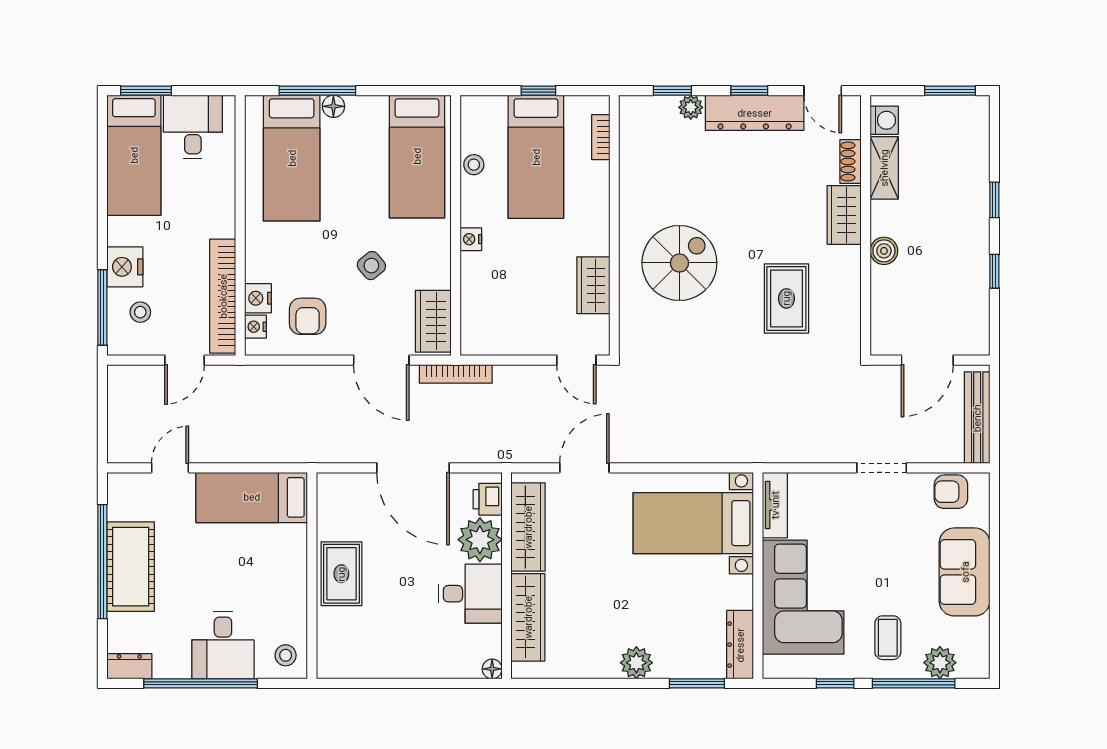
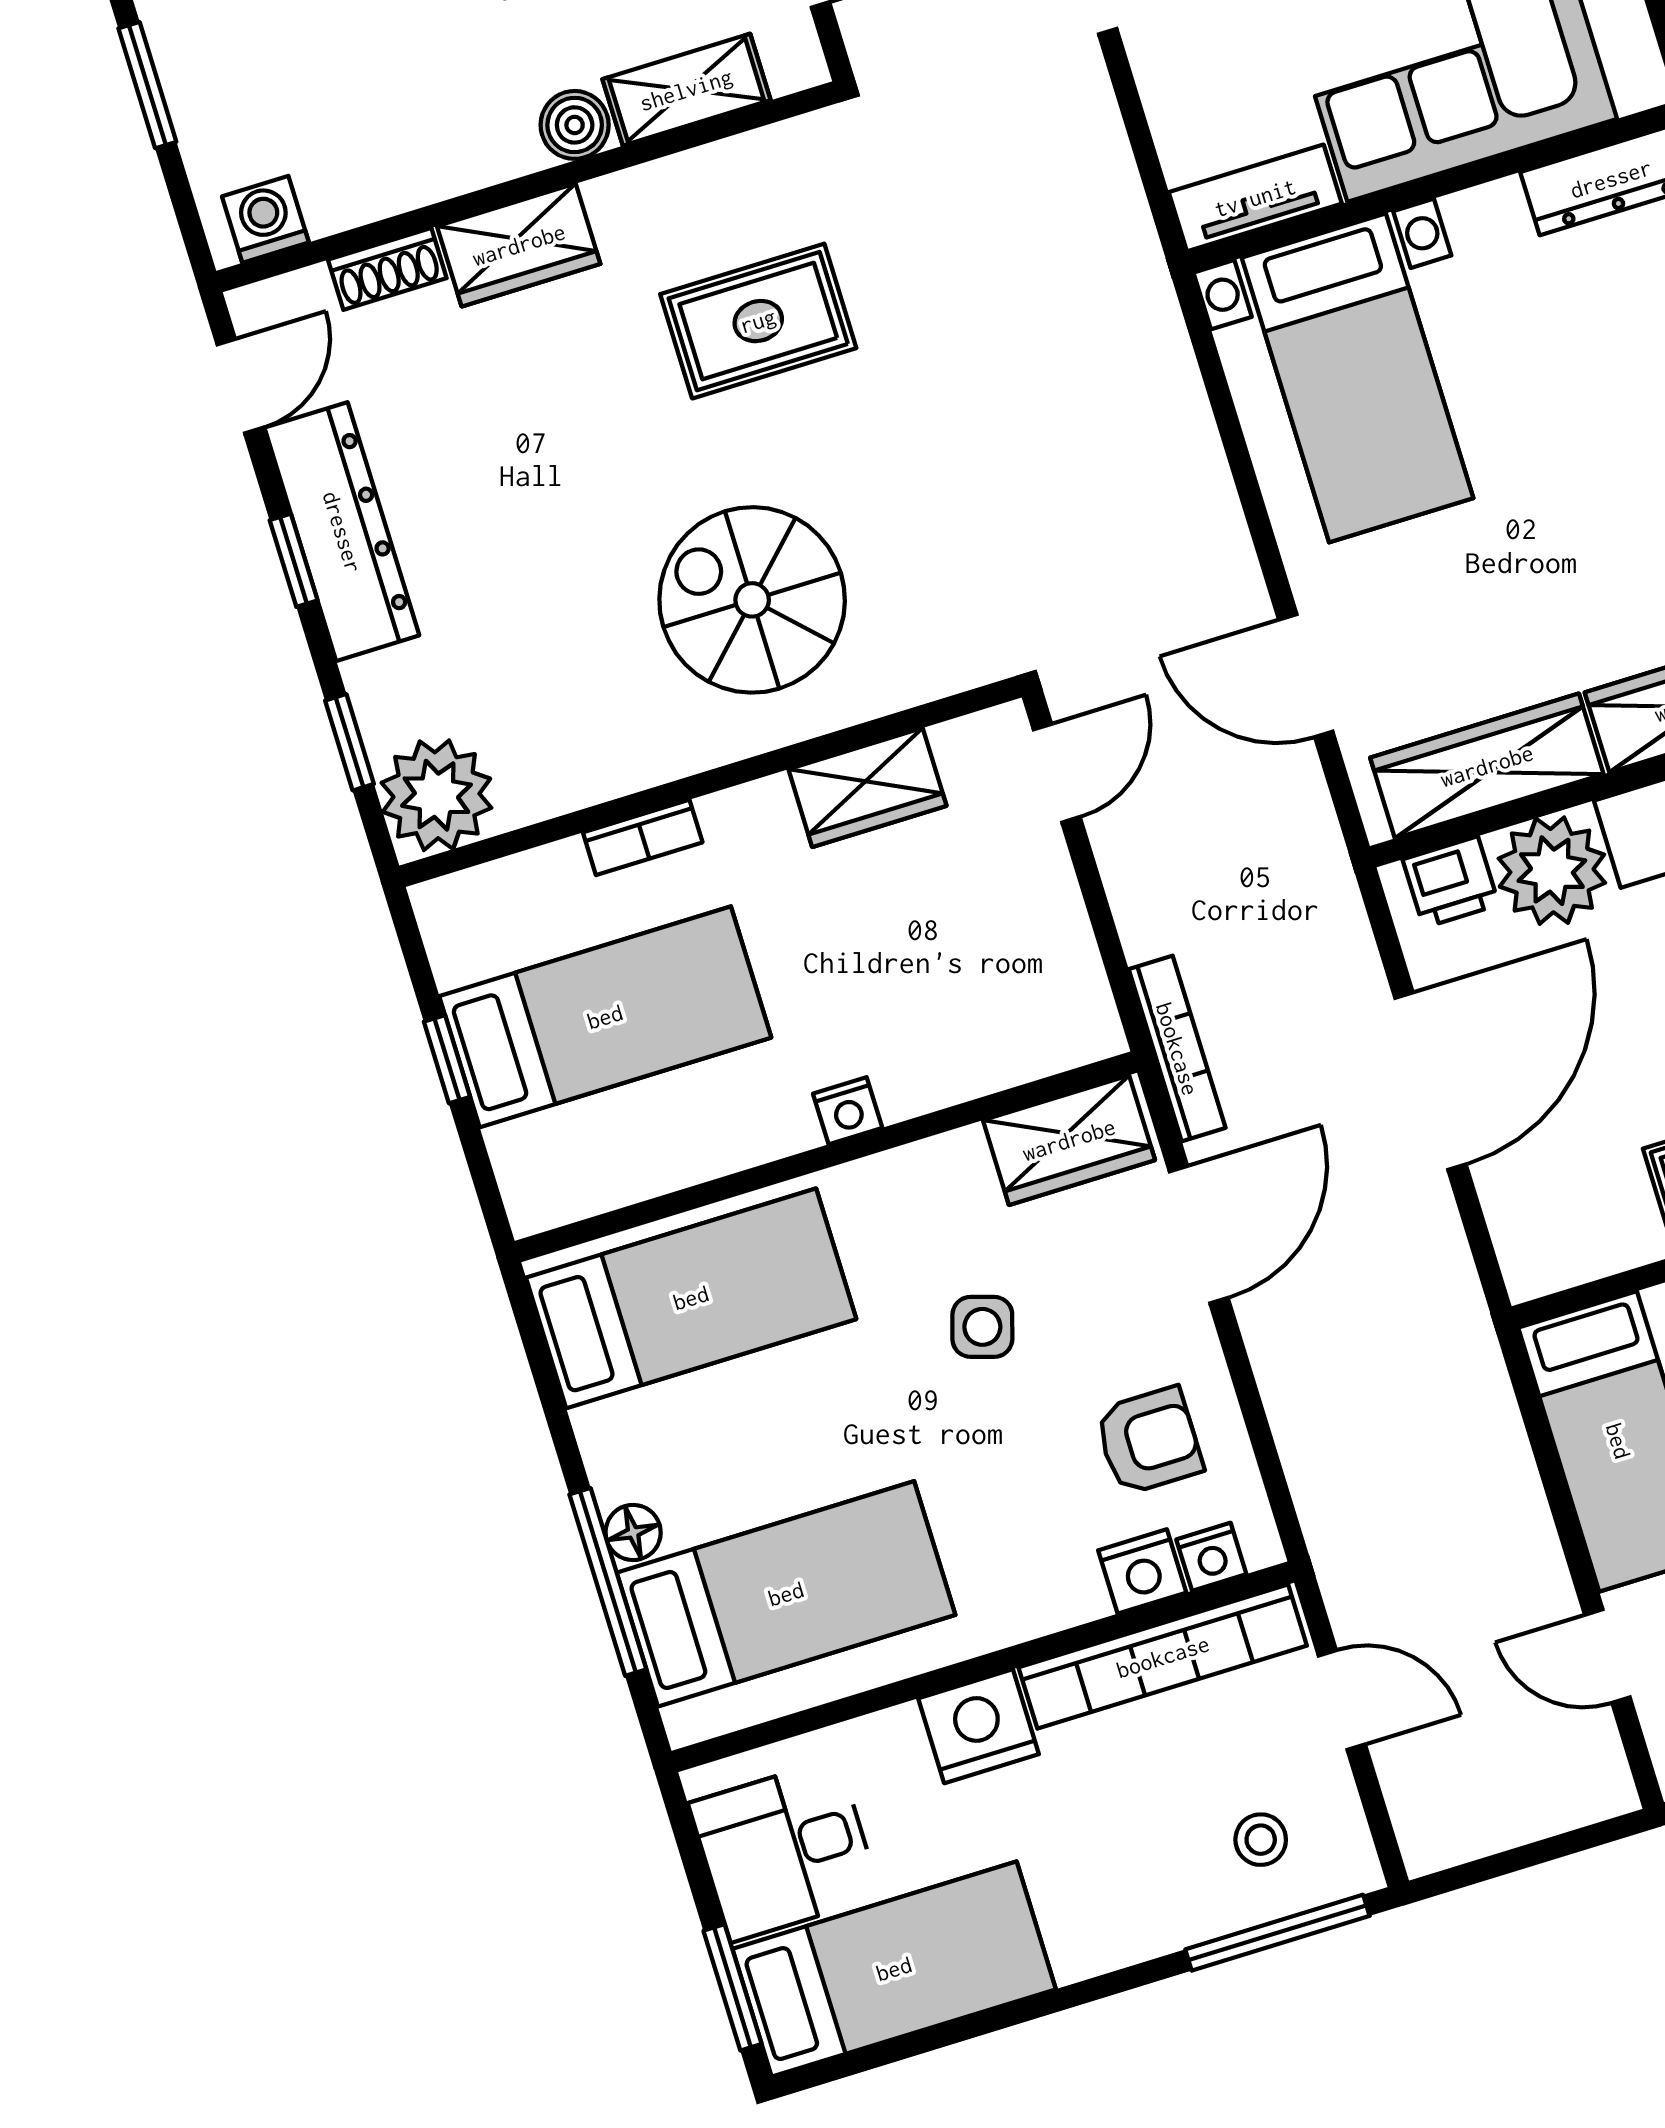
plant: (691, 107) -> (436, 795), moved, width x1.88, depth x1.88
bookcase: (601, 137) -> (643, 837), moved
stool: (474, 165) -> (669, 1158), removed
shelving: (884, 168) -> (686, 90), moved
side table: (371, 266) -> (982, 1327), turned -34
nightstand: (125, 267) -> (979, 1726), moved, turned 180

